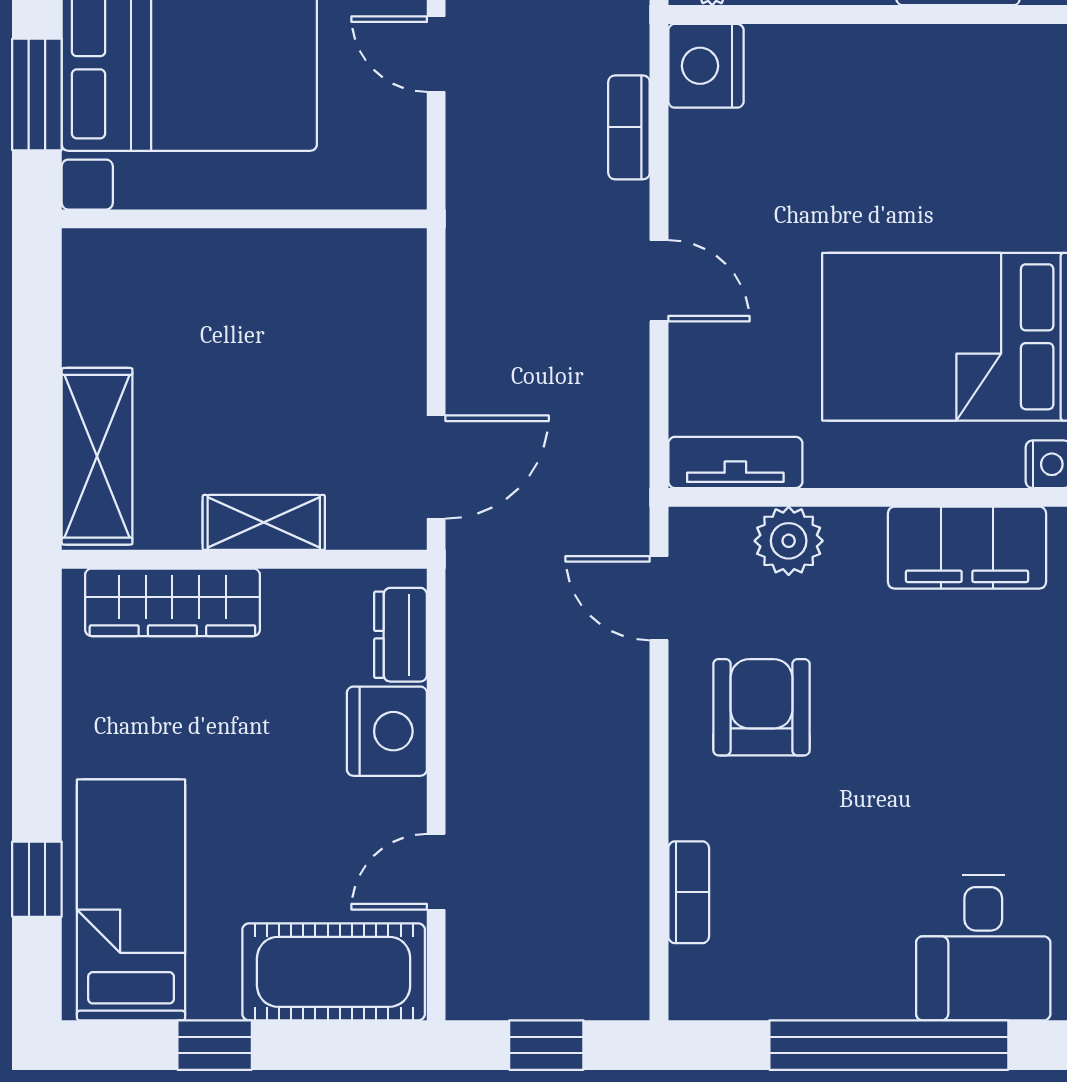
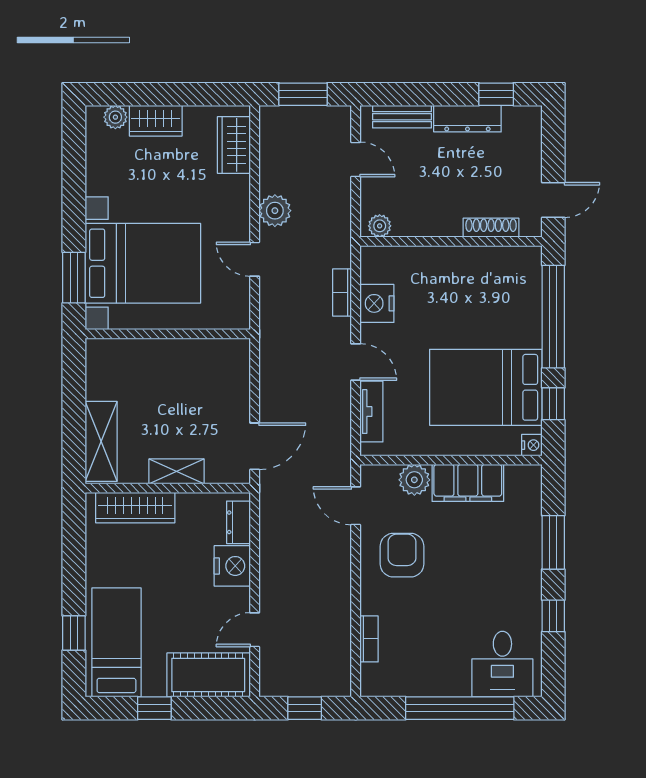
nightstand: (706, 66) -> (377, 303), moved
tv unit: (735, 462) -> (371, 412), moved, turned 90
filing cabinet: (967, 548) -> (468, 483), moved

